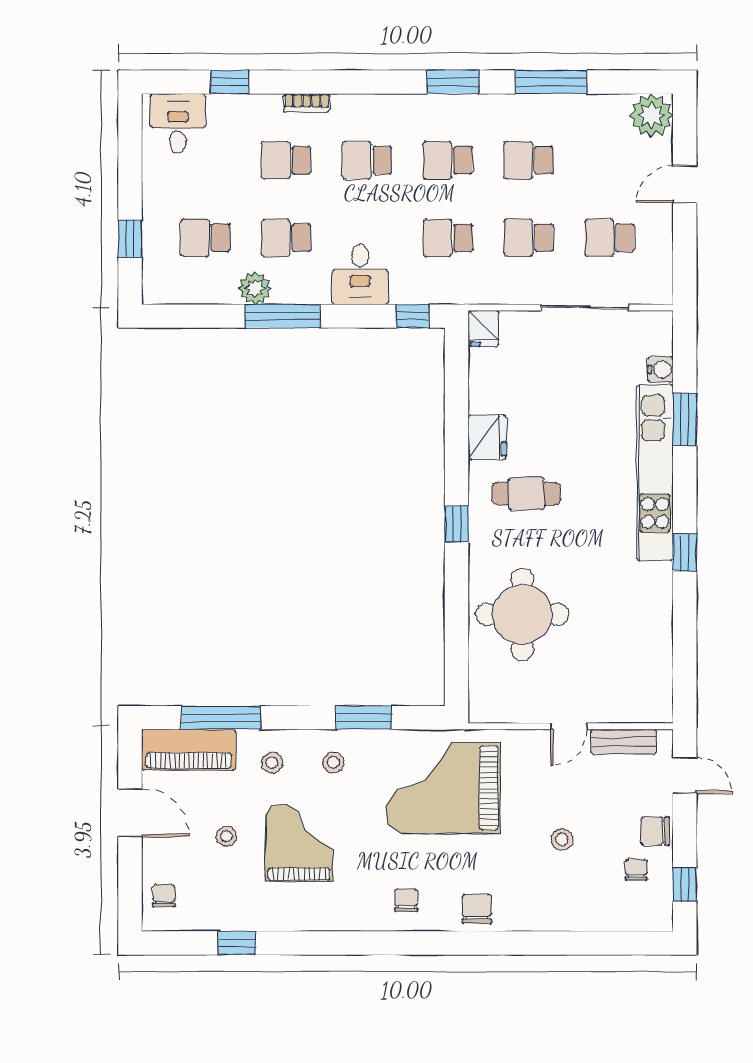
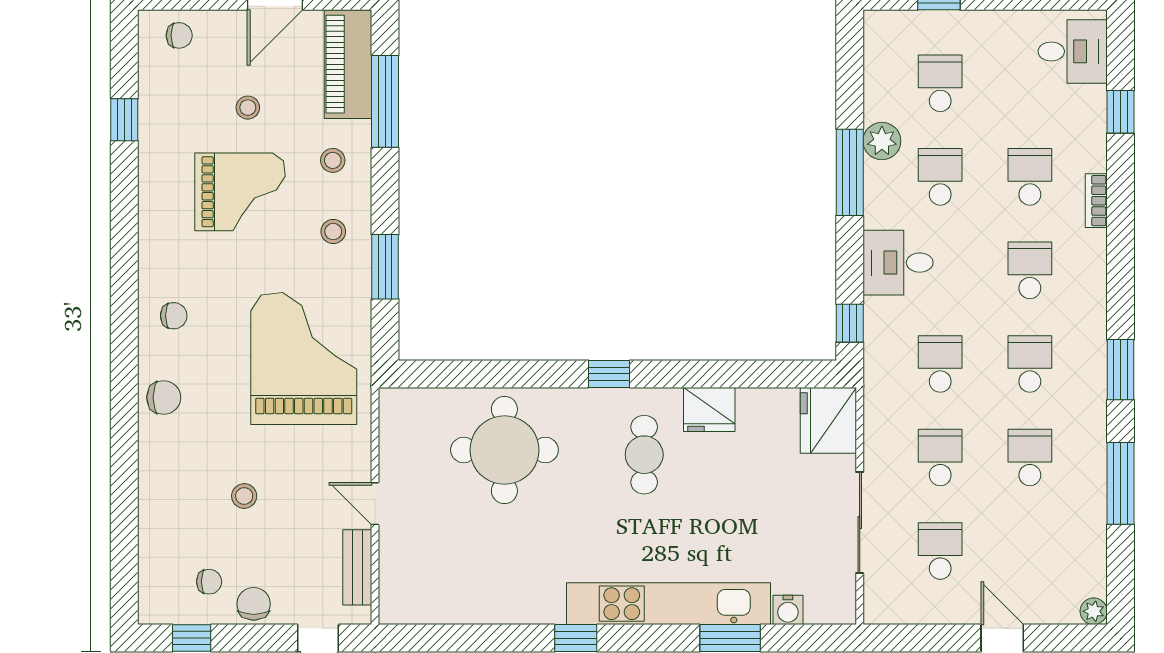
plant: (651, 115) -> (1094, 611), width x0.53, depth x0.53
fridge: (483, 328) -> (828, 420), width x1.88, depth x1.34

